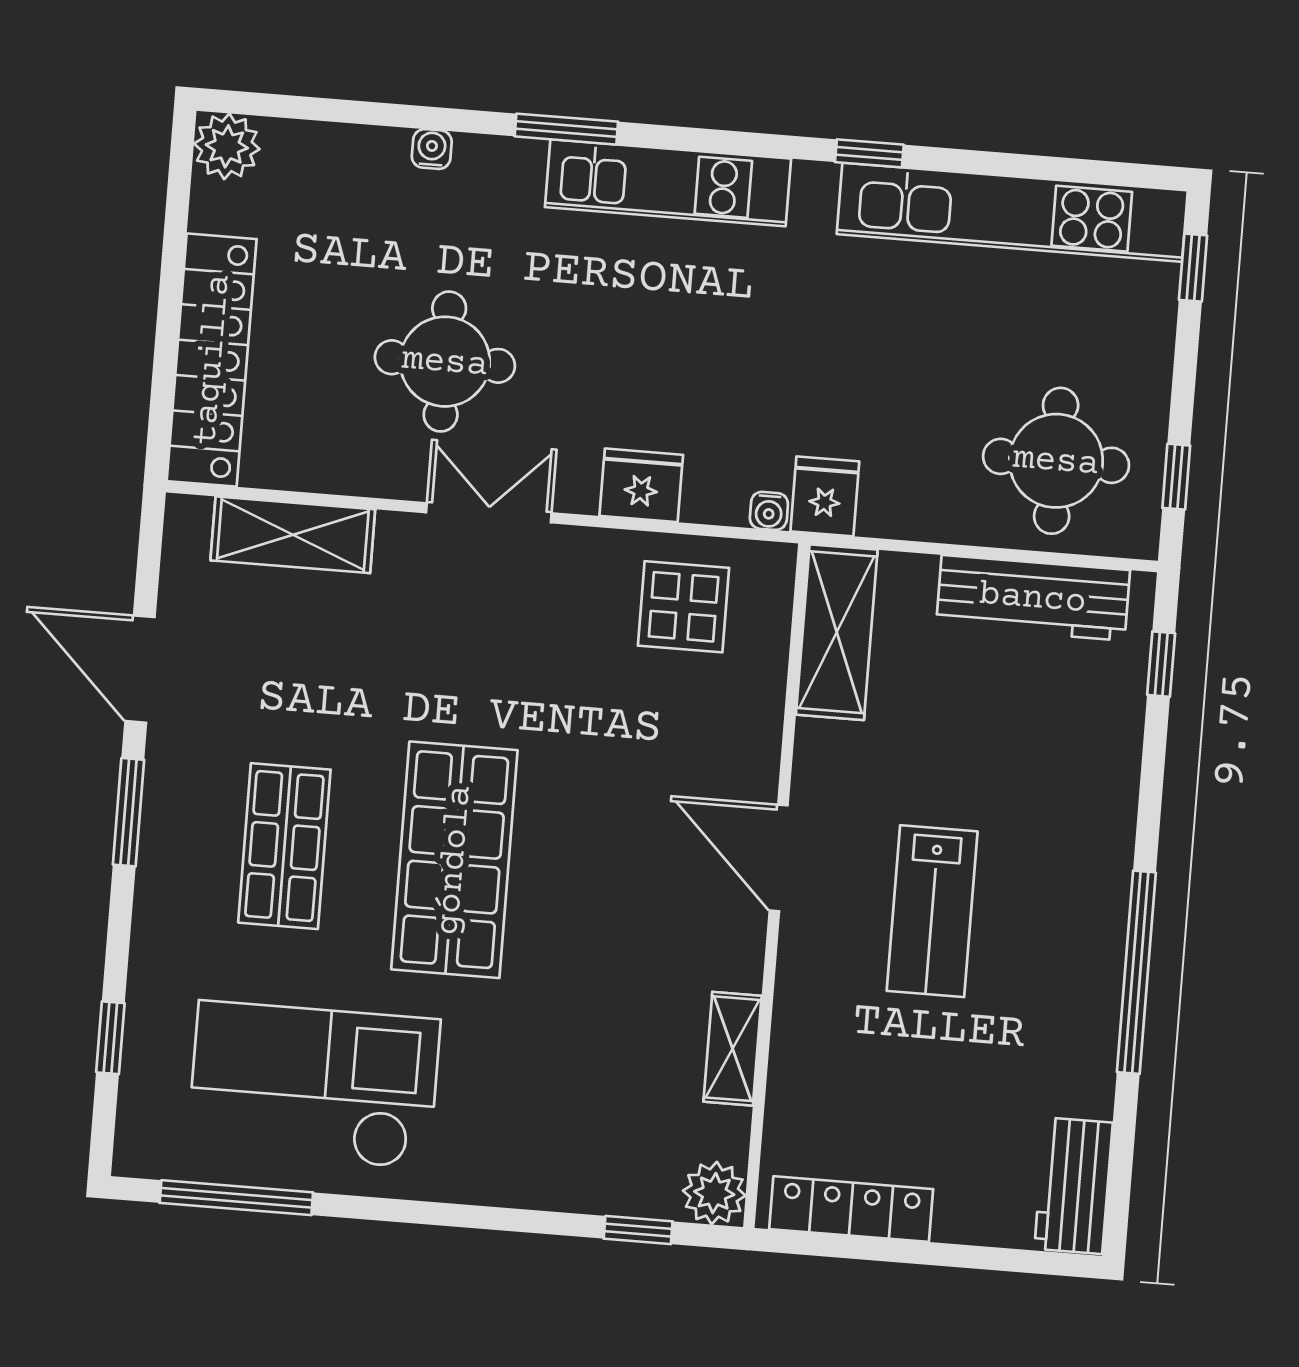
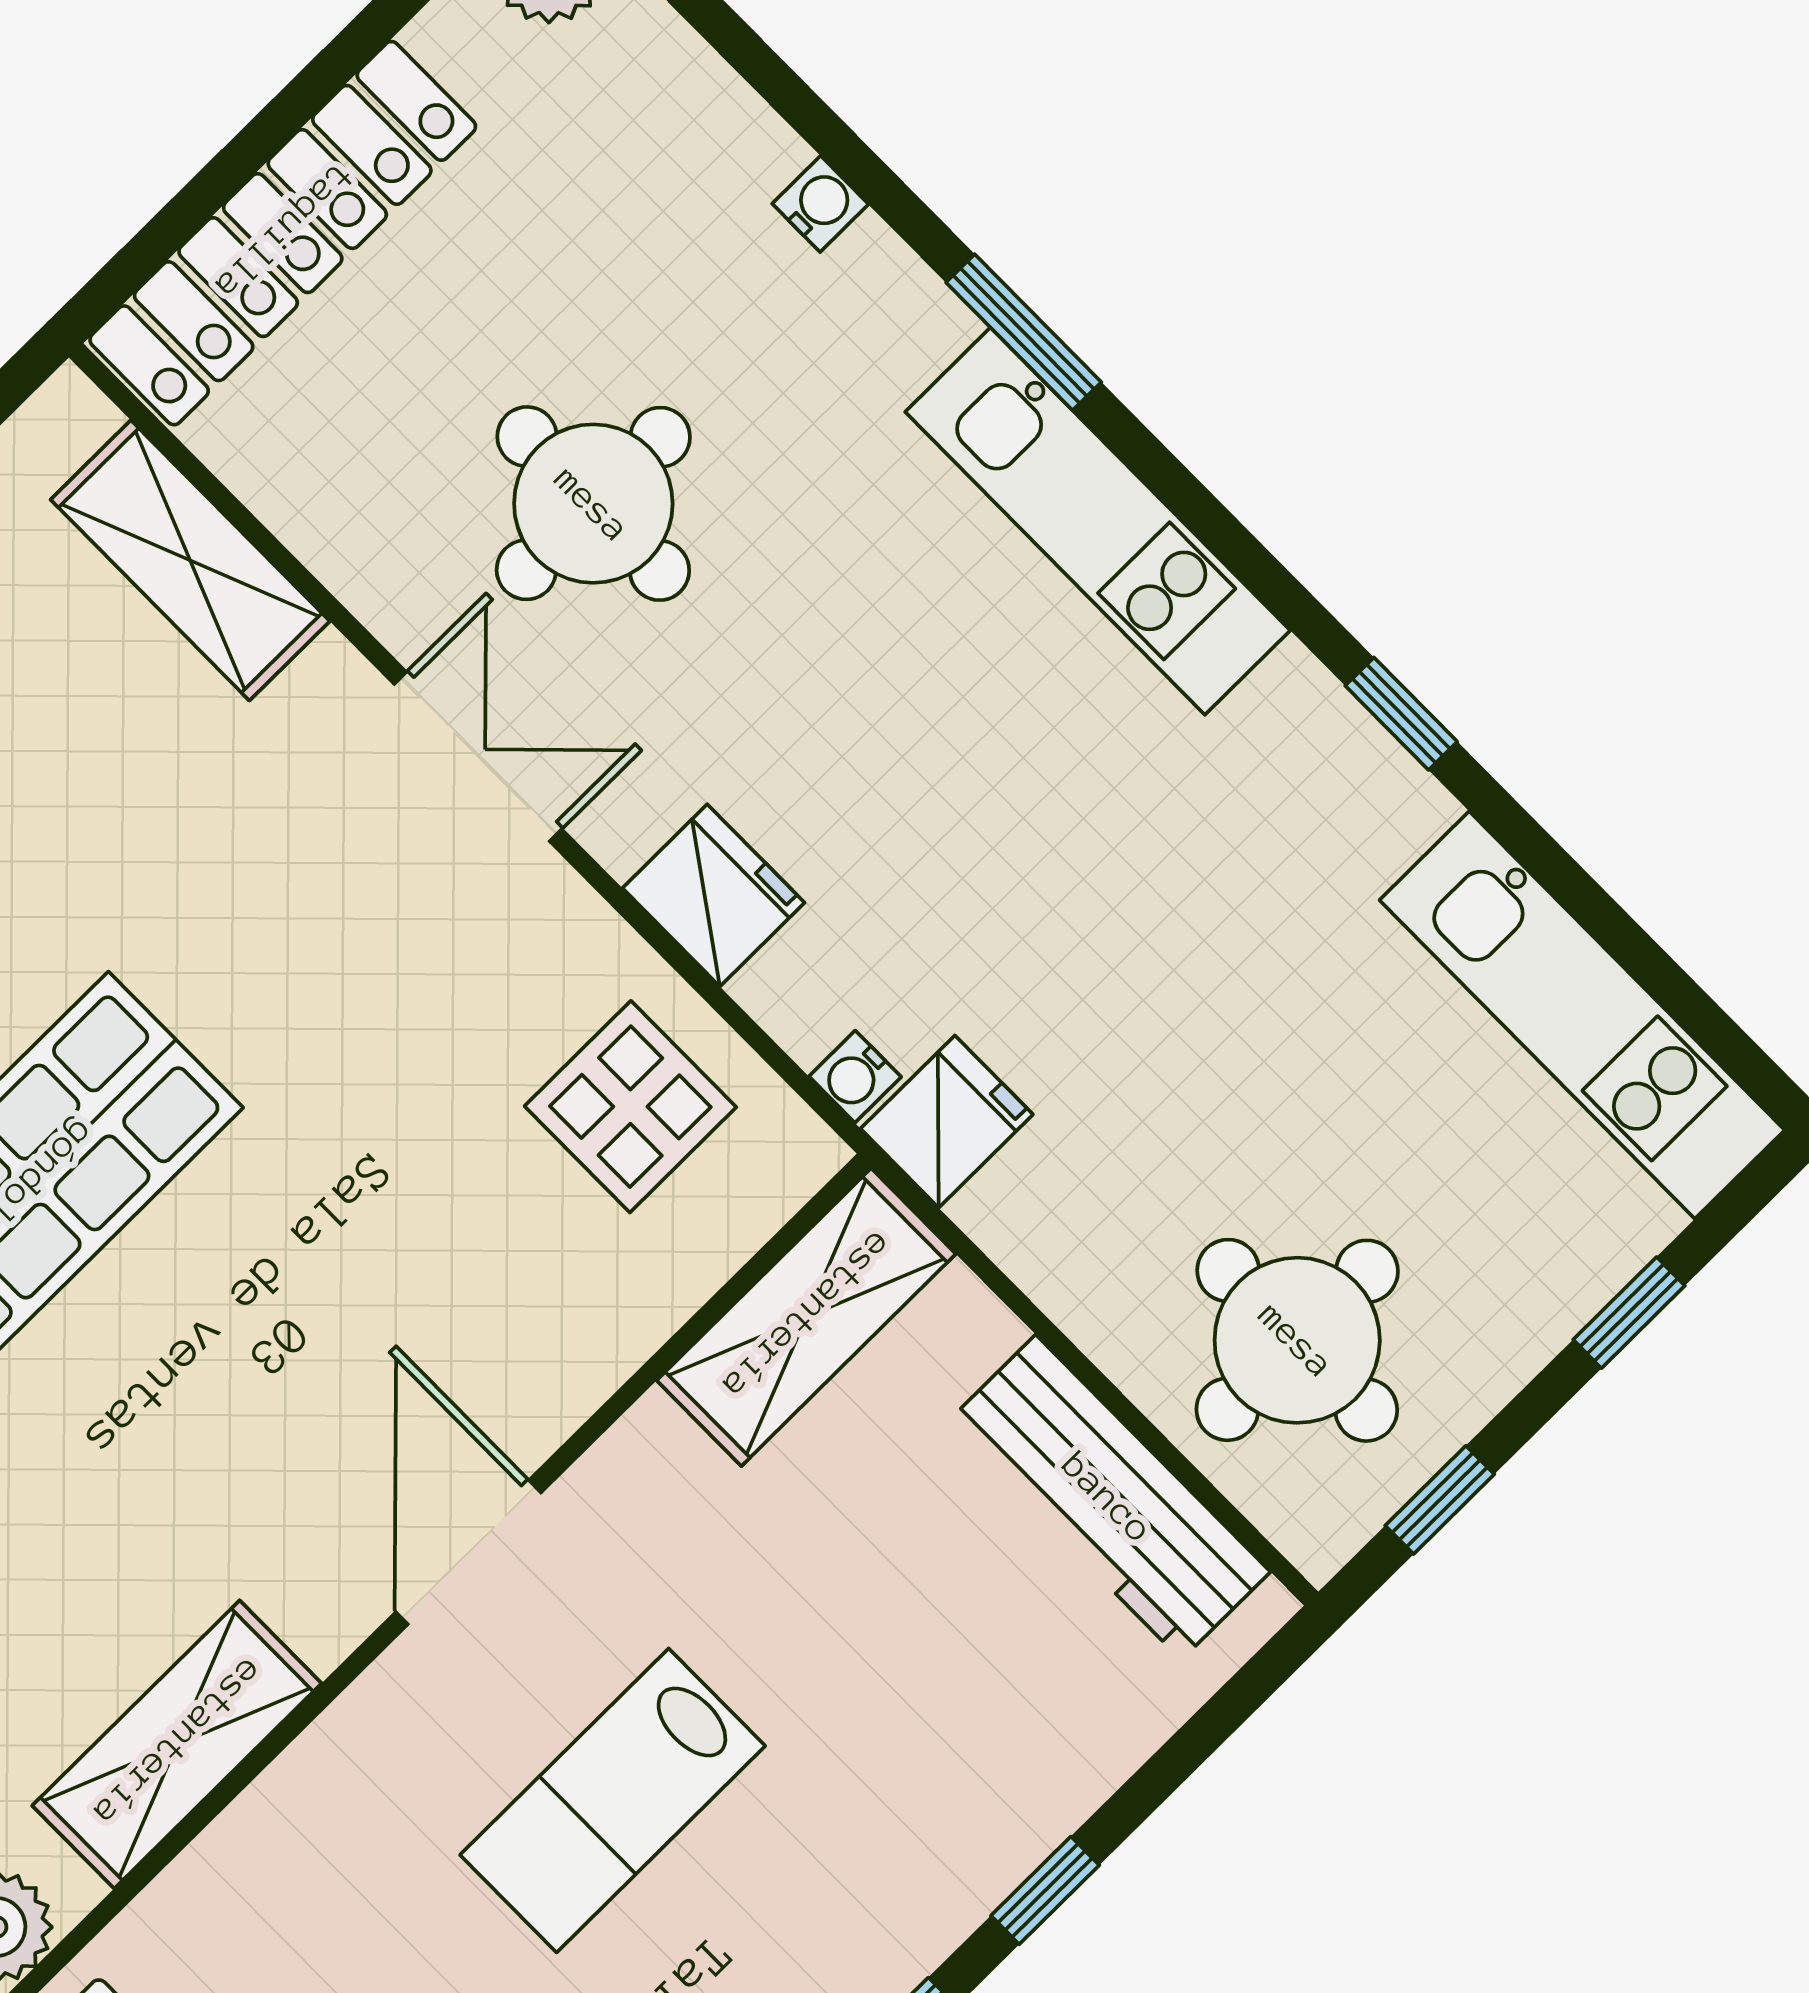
kitchen unit: (1012, 212) -> (1582, 1015), width x0.73
window: (1193, 268) -> (1629, 1313), moved
window: (1161, 664) -> (1045, 1890), moved
shelving: (733, 1049) -> (177, 1744), width x1.50, depth x1.33

